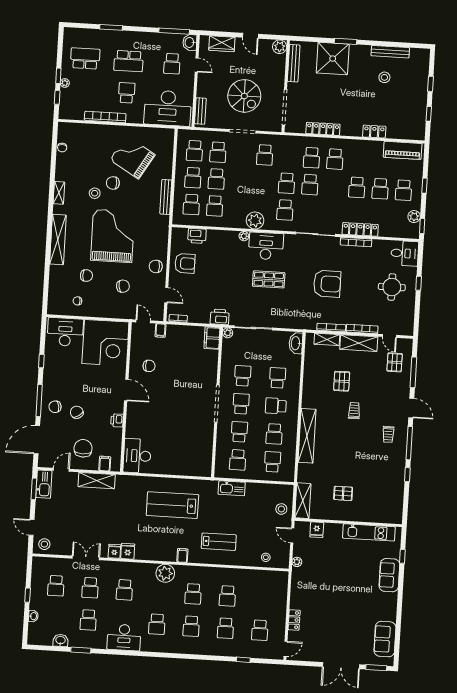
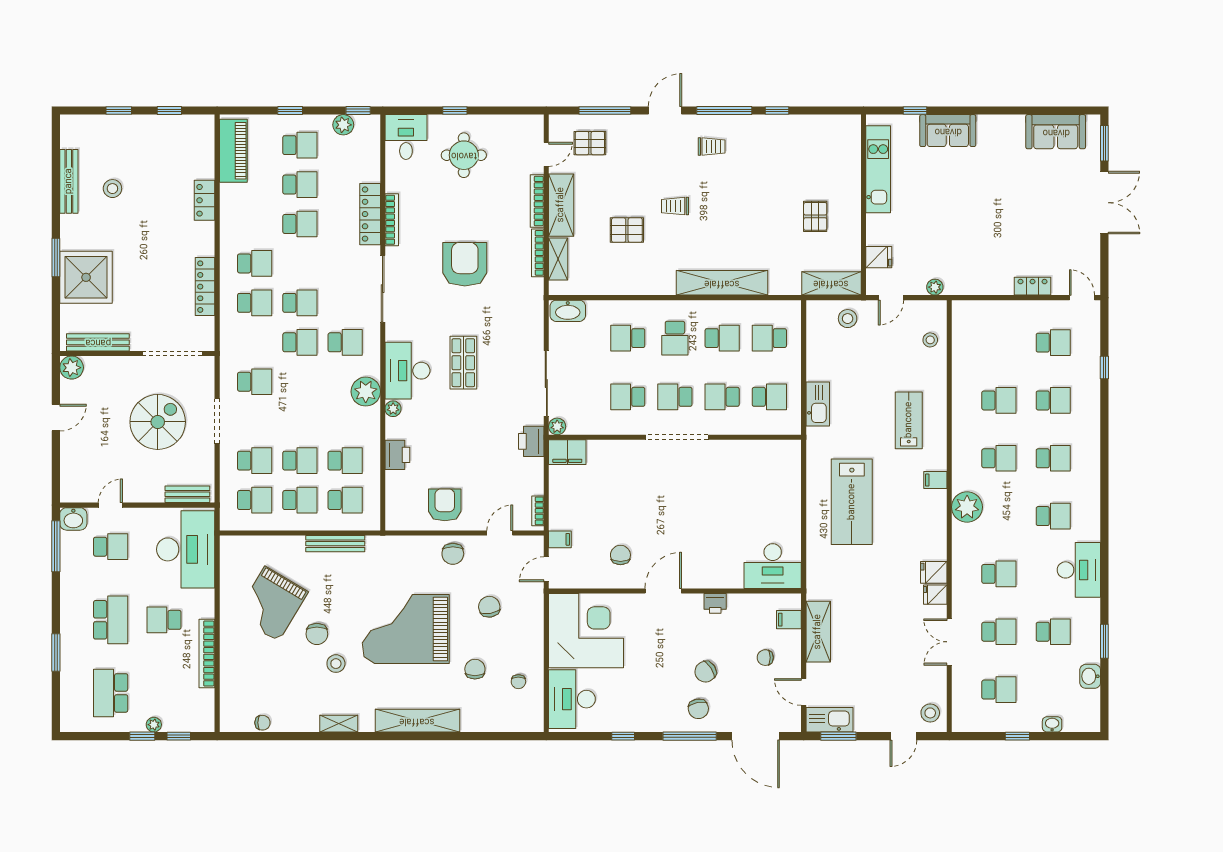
wardrobe: (222, 44) -> (72, 465), removed
printer: (197, 236) -> (397, 455), moved
chair: (83, 448) -> (765, 658), width x0.54, depth x0.54

